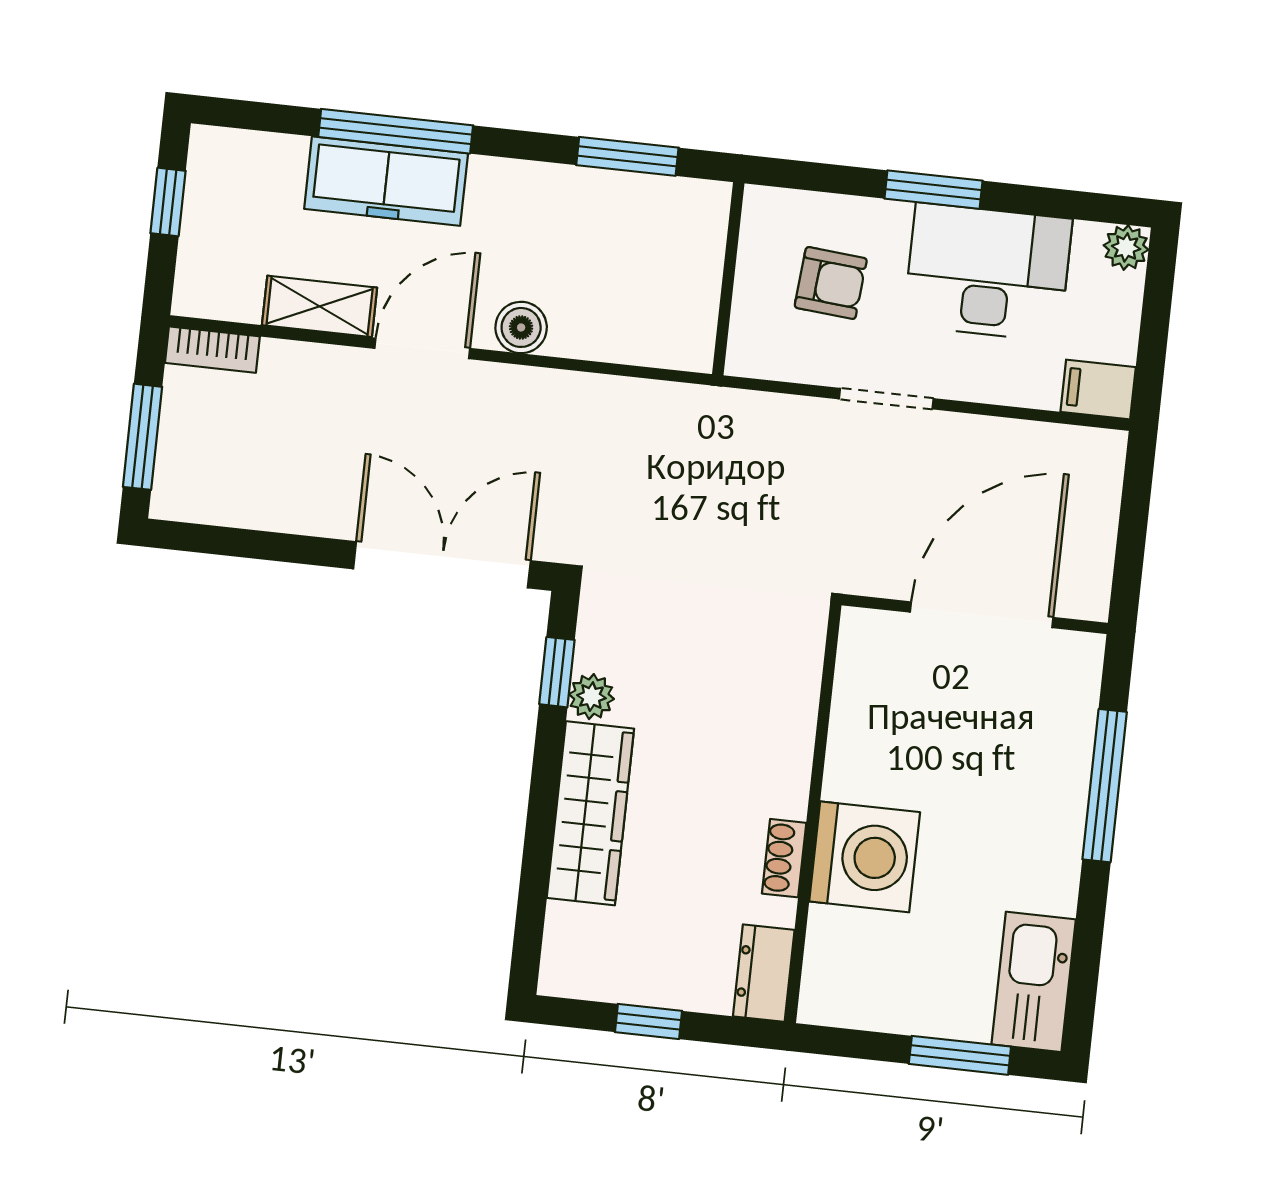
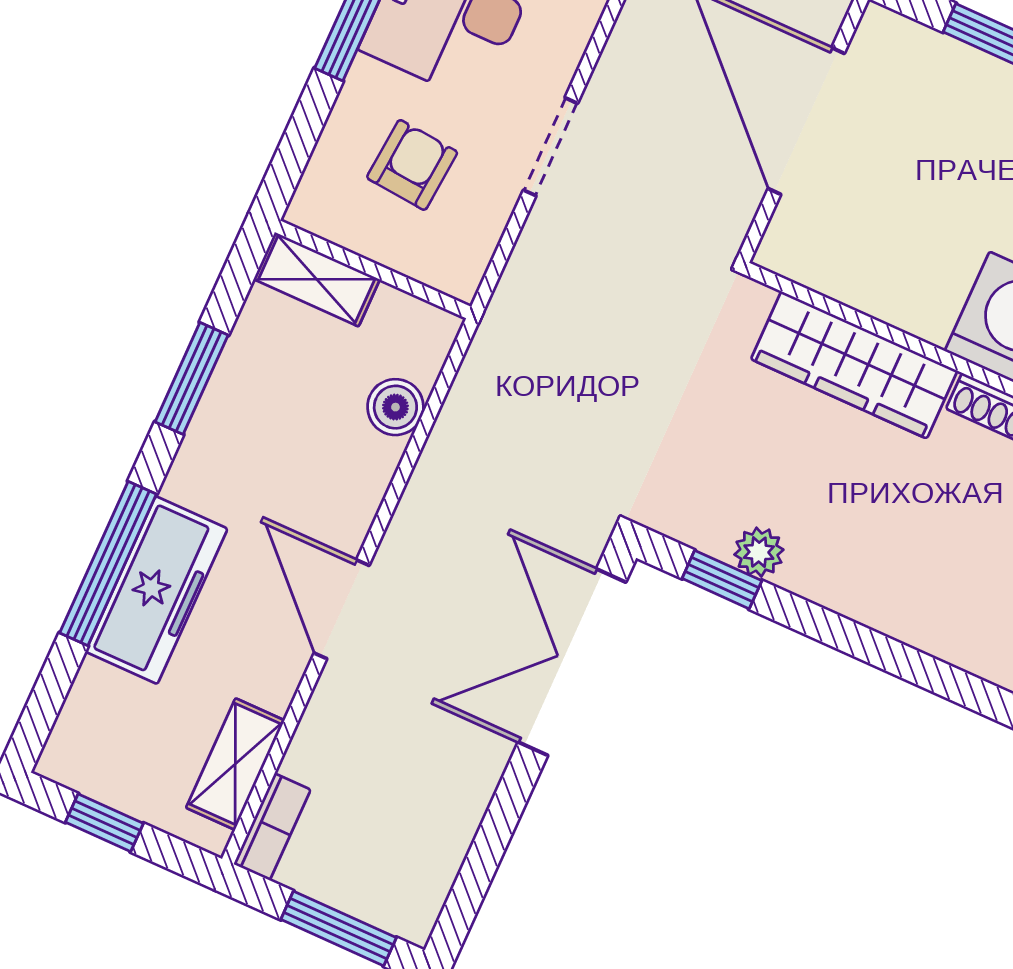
window: (627, 156) -> (192, 378), moved
shelving: (704, 232) -> (317, 279), added
shelving: (320, 306) -> (235, 764), moved
boiler: (521, 327) -> (395, 407), moved
wardrobe: (590, 813) -> (854, 365), moved, turned 180

